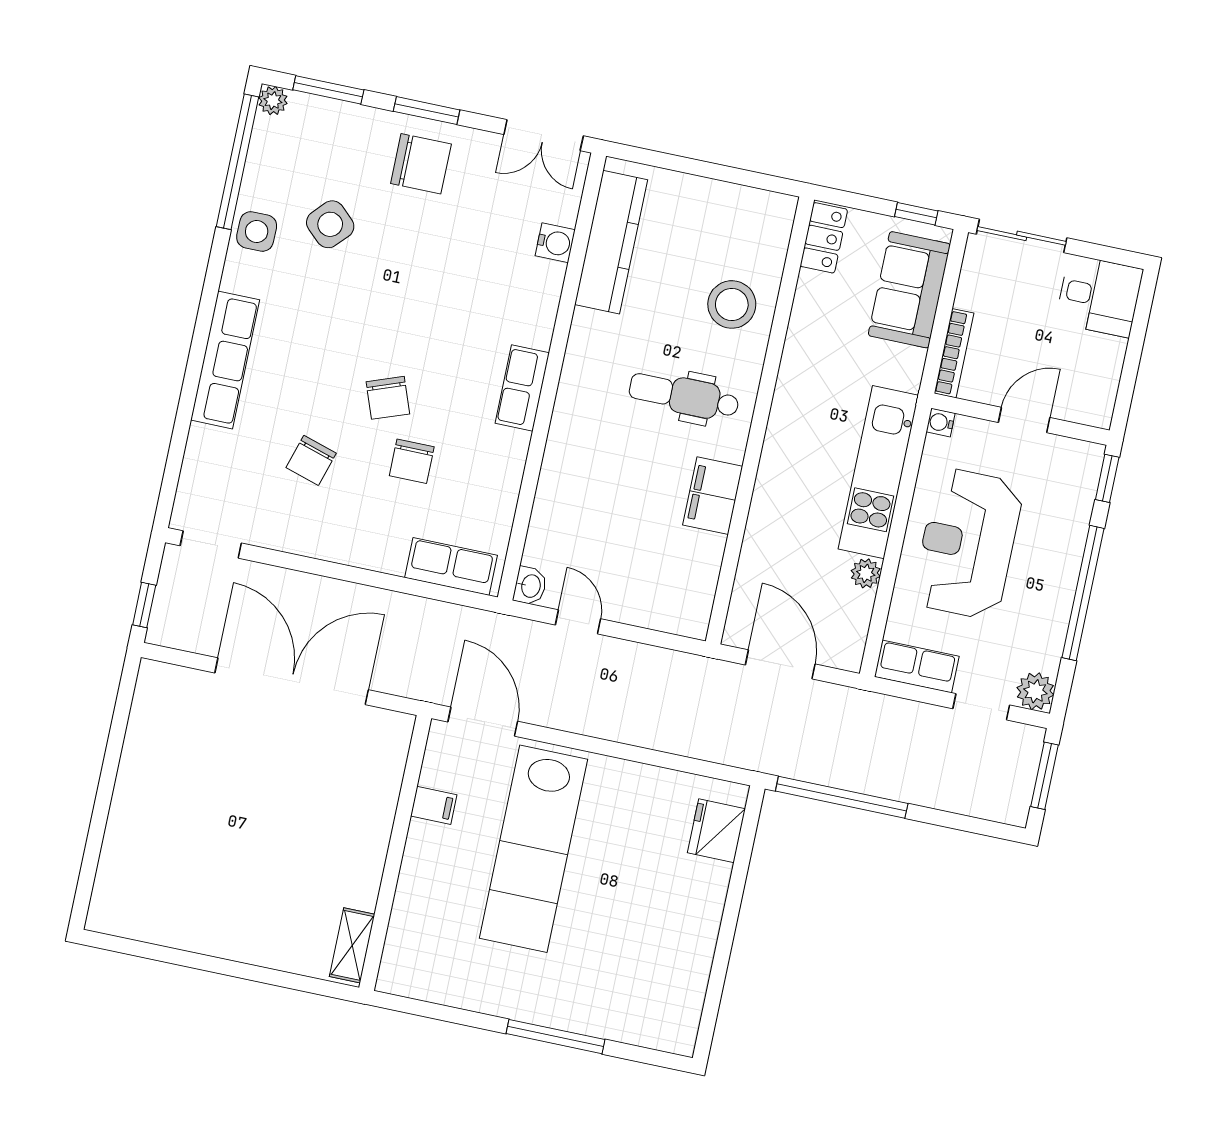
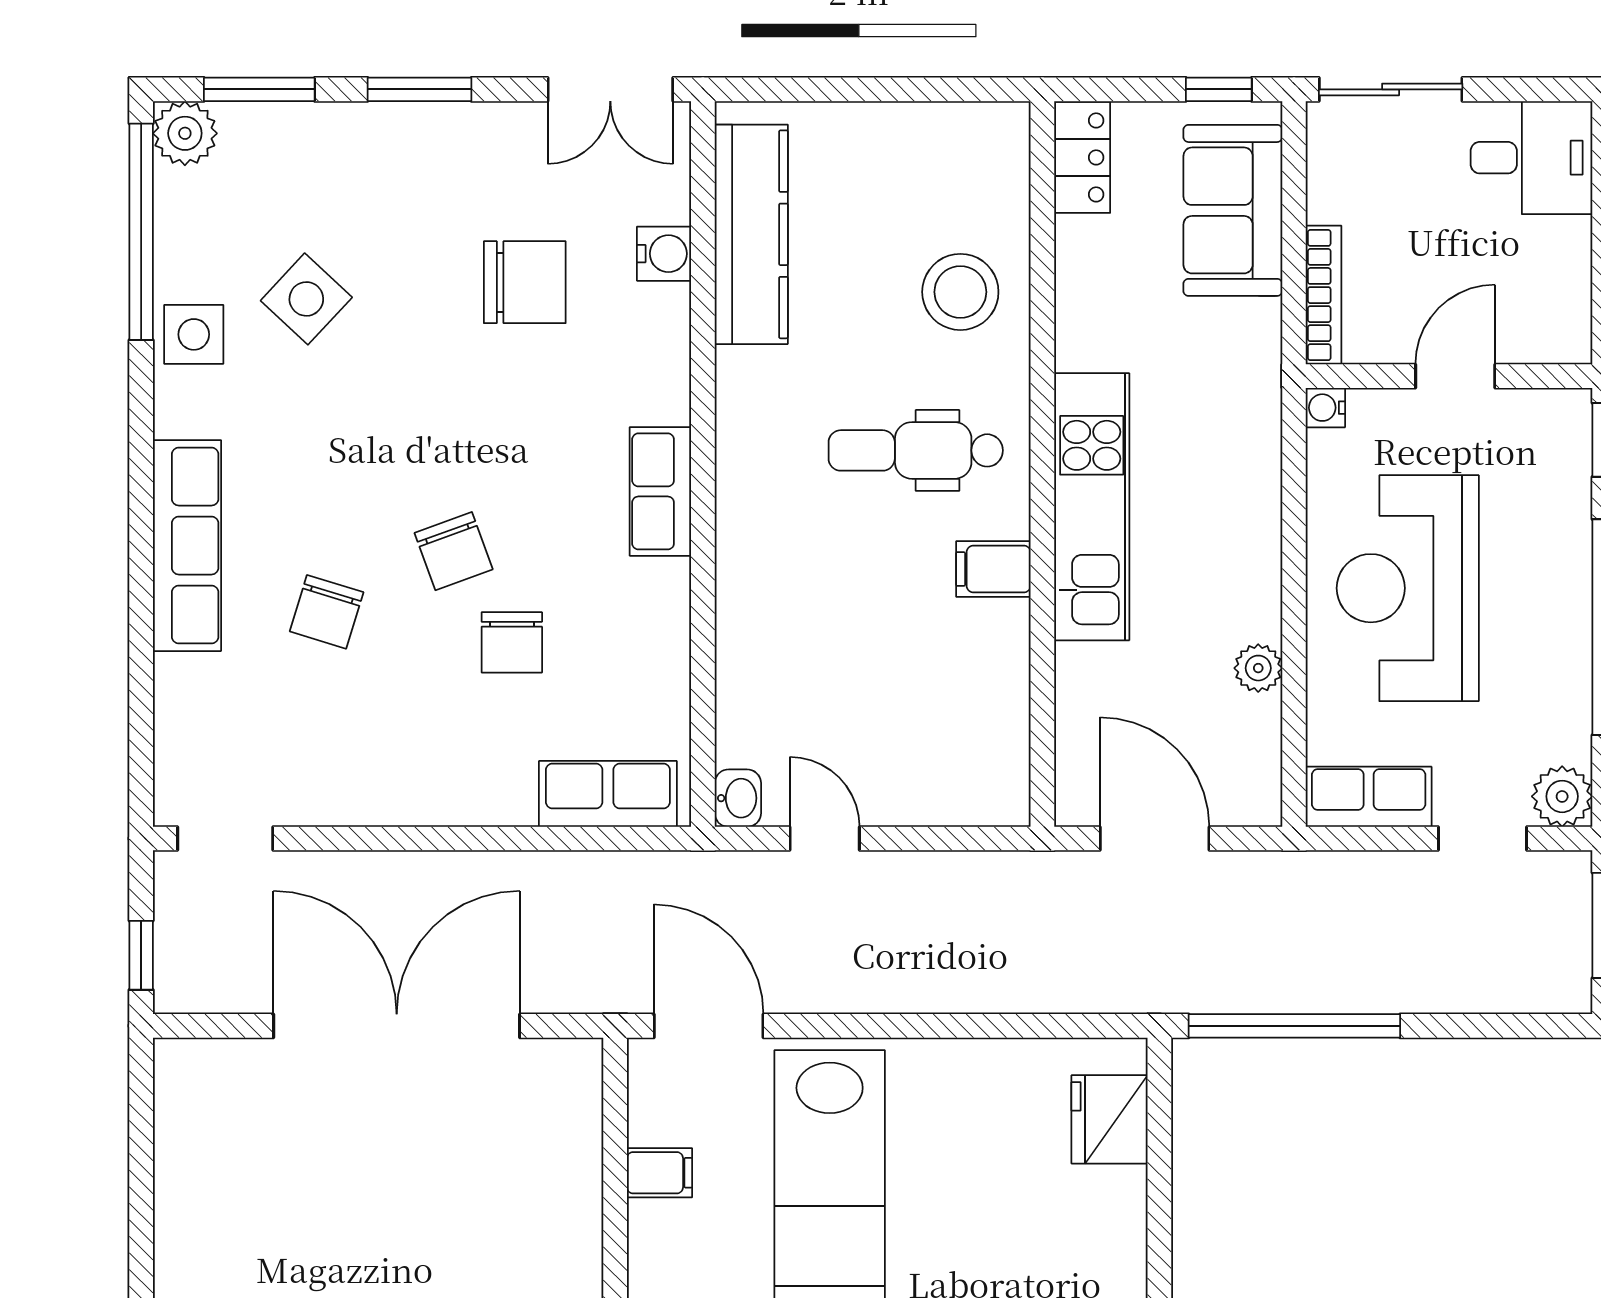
plant: (273, 101) -> (185, 133), width x1.38, depth x1.38
chair: (421, 164) -> (525, 282), moved
chair: (311, 460) -> (327, 612), moved
kitchen unit: (878, 472) -> (1092, 507), moved, turned 180
filing cabinet: (713, 496) -> (993, 569), width x0.50

